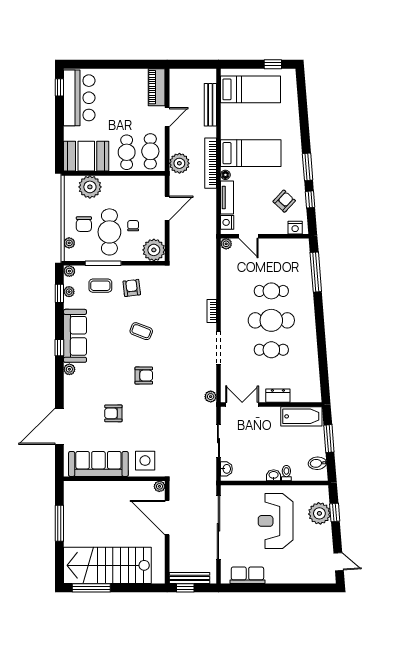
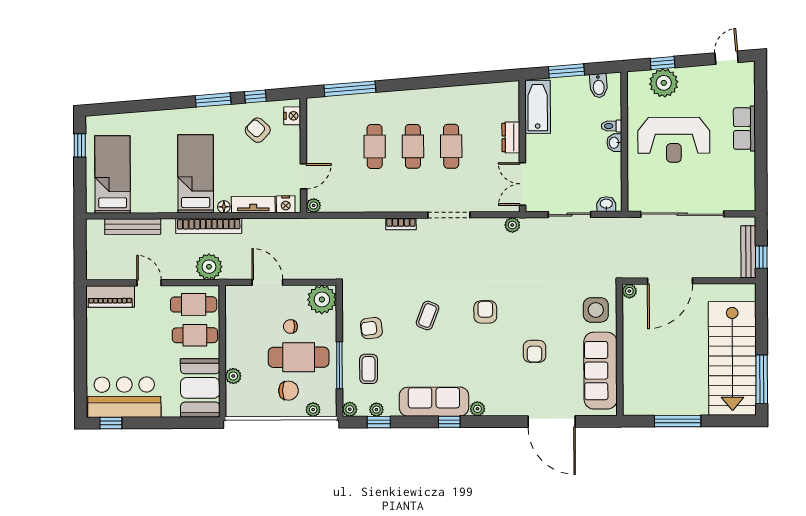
plant: (90, 187) -> (233, 376), width x0.53, depth x0.53
cafe table: (271, 320) -> (413, 146), width x0.73, depth x0.74
row of seats: (247, 575) -> (744, 129), moved

